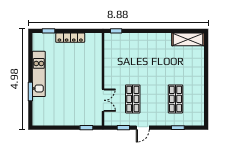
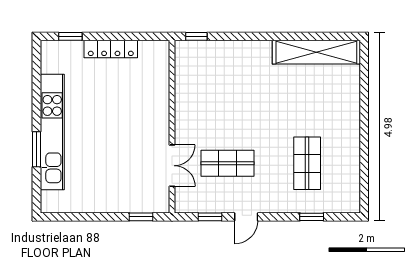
shelving: (188, 39) -> (316, 52), width x1.47
kitchen unit: (39, 74) -> (52, 132), width x1.36
shop shelf: (133, 99) -> (228, 163), turned 90

